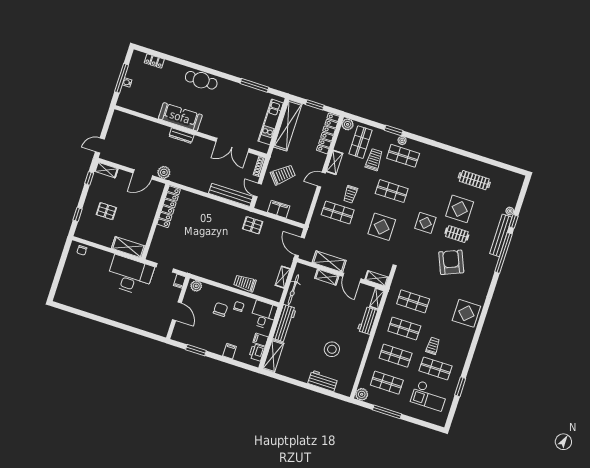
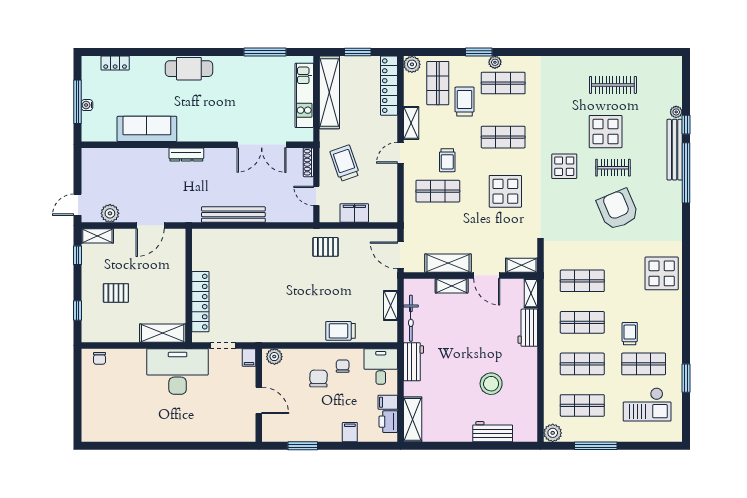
sofa: (180, 117) -> (147, 129), moved
plant: (164, 172) -> (110, 213), moved
trolley: (283, 175) -> (345, 163), turned -68
bench: (231, 195) -> (233, 215), moved
locker: (169, 207) -> (200, 302), moved
workbench: (284, 323) -> (413, 362), width x0.73

